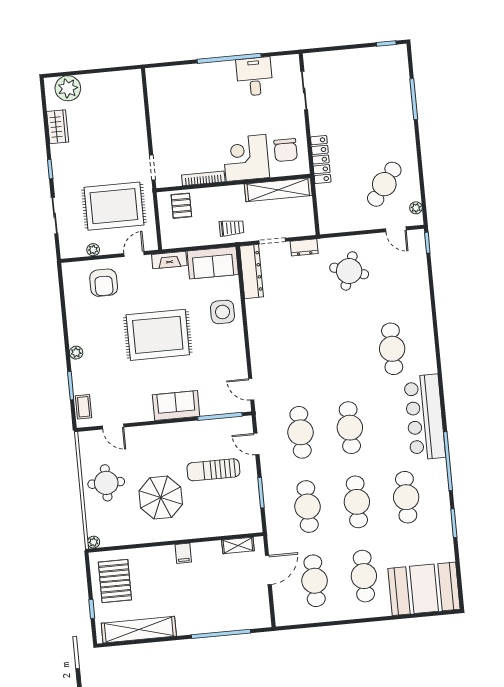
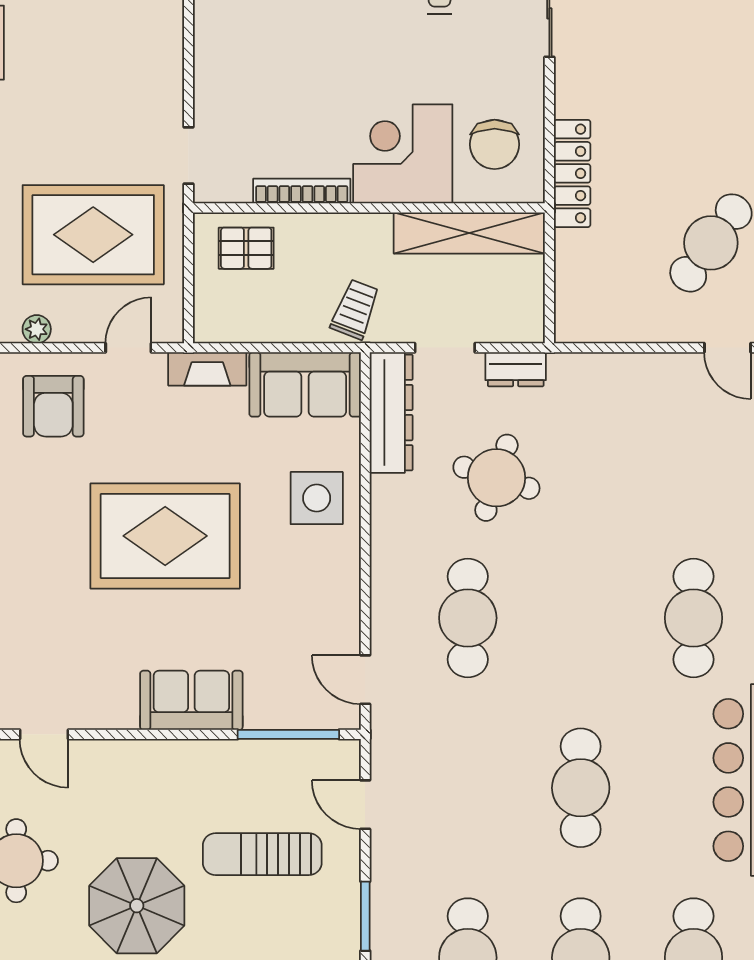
pallet: (181, 206) -> (246, 248), turned 90
trolley: (232, 228) -> (355, 309), turned -69
round table: (349, 271) -> (496, 478), moved
cafe table: (301, 432) -> (468, 618), moved

